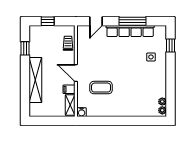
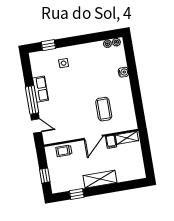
window: (133, 21) -> (32, 100), moved
row of seats: (130, 31) -> (41, 89), width x0.50
shelving: (35, 80) -> (100, 179), width x0.68
water cooler: (82, 112) -> (123, 72), moved

